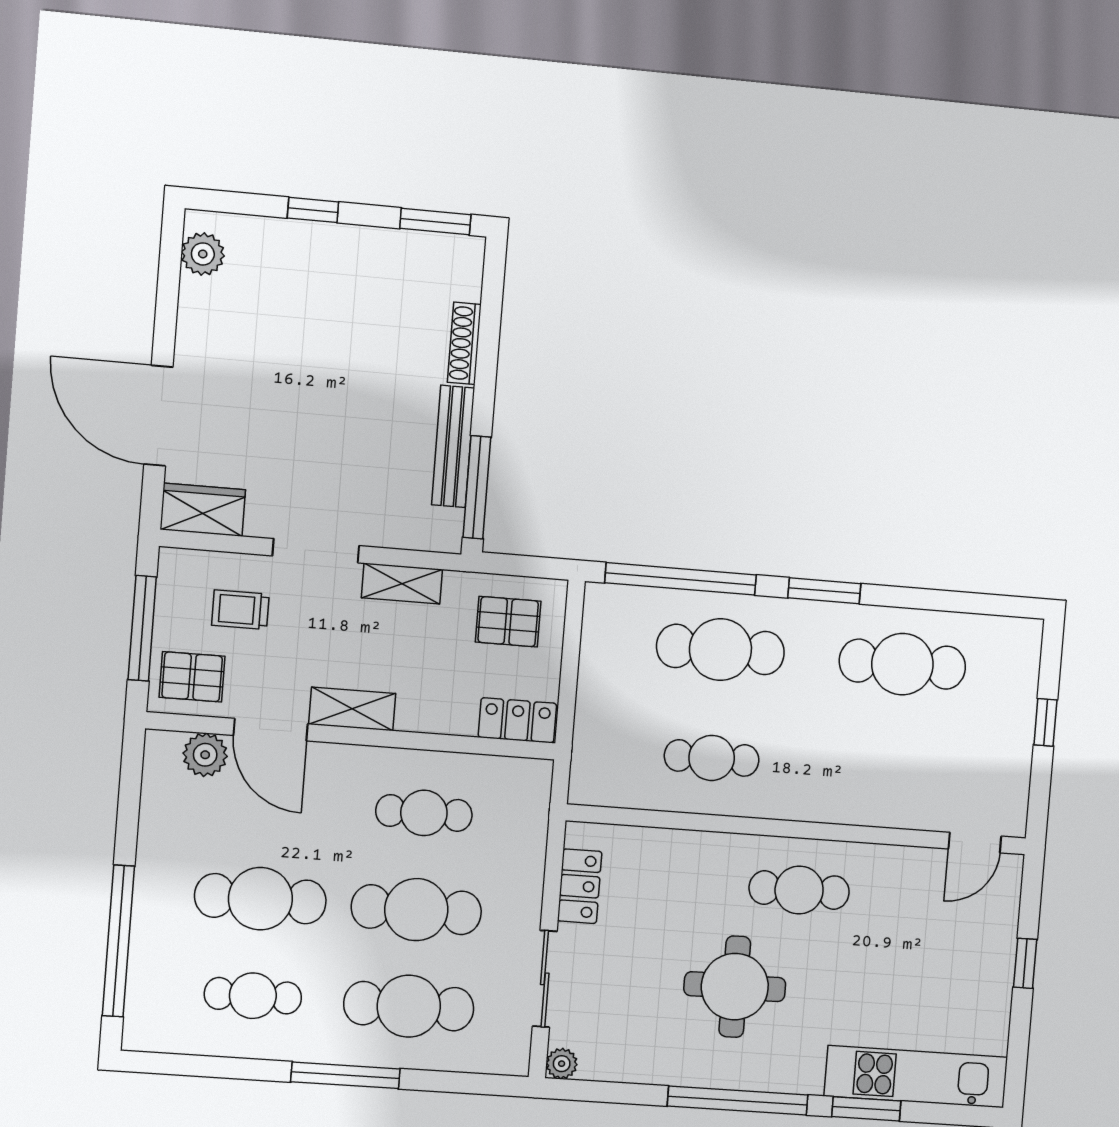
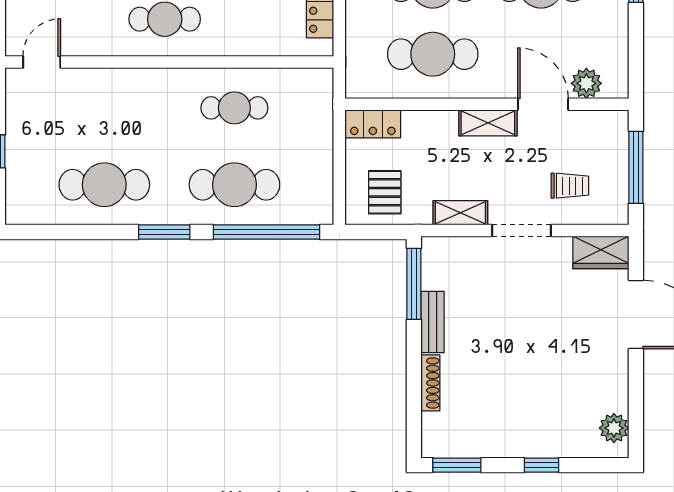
bench: (453, 446) -> (433, 322), width x0.73
pallet: (508, 622) -> (385, 192), turned 90
pallet: (192, 677) -> (599, 137), removed
cafe table: (424, 813) -> (433, 54), width x1.37, depth x1.35

